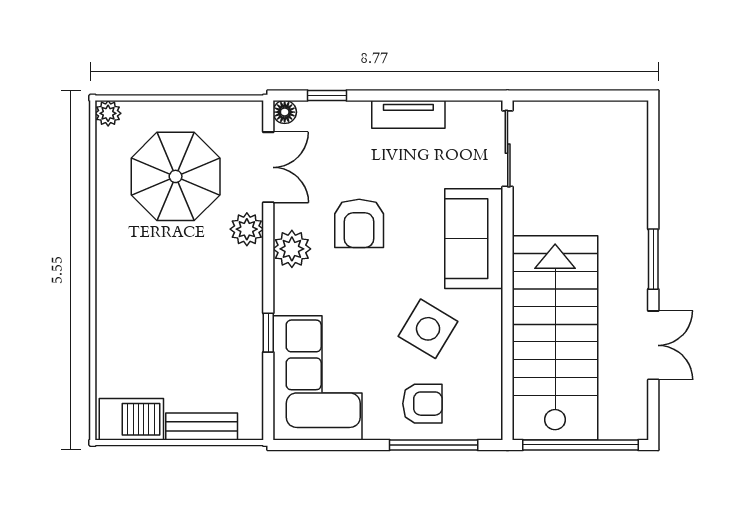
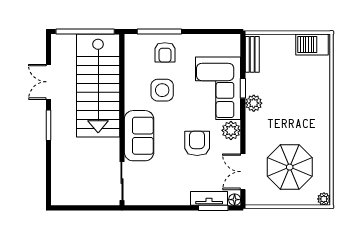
window: (327, 96) -> (213, 208), width x1.50
tv unit: (408, 114) -> (209, 198), moved
plant: (247, 229) -> (254, 103), moved
side table: (428, 329) -> (162, 90), turned -31
corner sofa: (317, 378) -> (218, 88), moved
armchair: (422, 404) -> (165, 52), turned -90
bench: (202, 426) -> (252, 54), moved, turned 90

